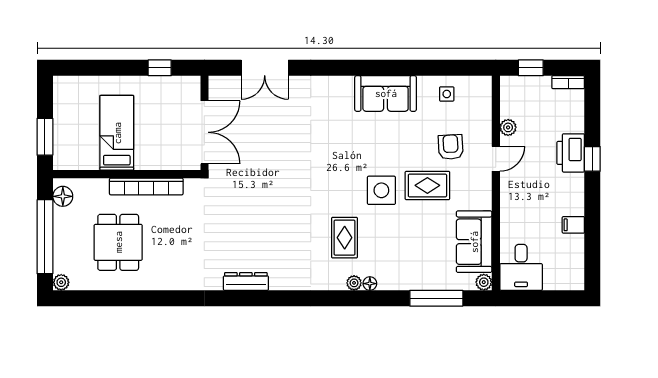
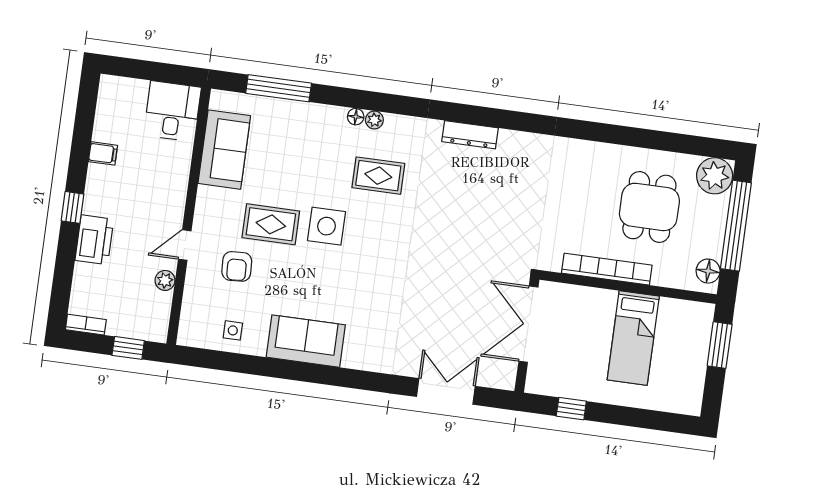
window: (592, 159) -> (72, 207), moved
rug: (345, 238) -> (378, 176), turned 90
dresser: (246, 281) -> (470, 135), moved
plant: (61, 282) -> (715, 176), width x1.87, depth x1.87
plant: (484, 282) -> (219, 100), removed

